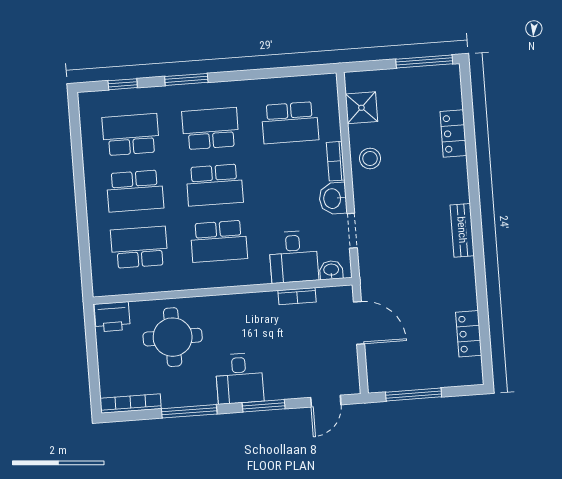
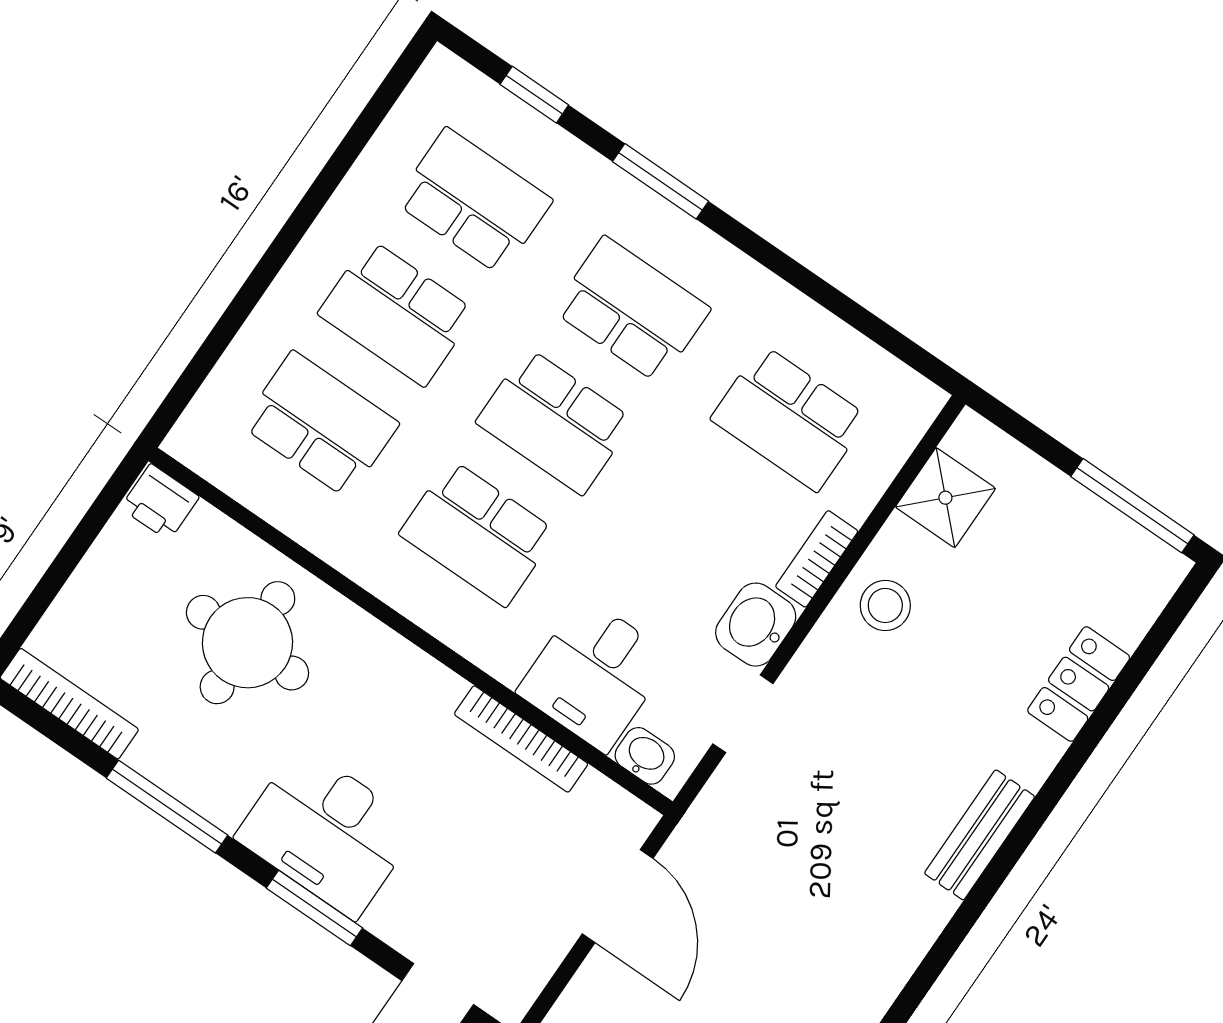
bench: (462, 230) -> (980, 835), moved
bookcase: (297, 296) -> (521, 739), width x1.56
printer: (112, 317) -> (160, 502), width x0.73, depth x0.81
desk: (239, 378) -> (327, 832), width x1.37

